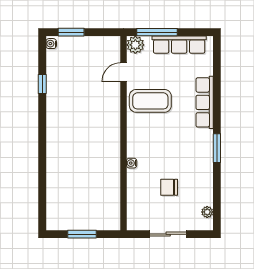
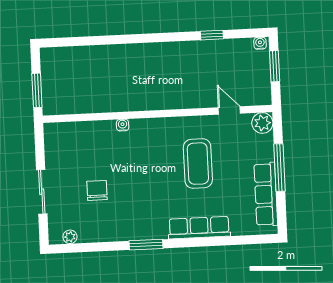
plant: (135, 45) -> (262, 123), moved
door: (123, 72) -> (229, 111), moved
wall: (123, 133) -> (157, 114), moved
water cooler: (132, 163) -> (123, 125), moved

